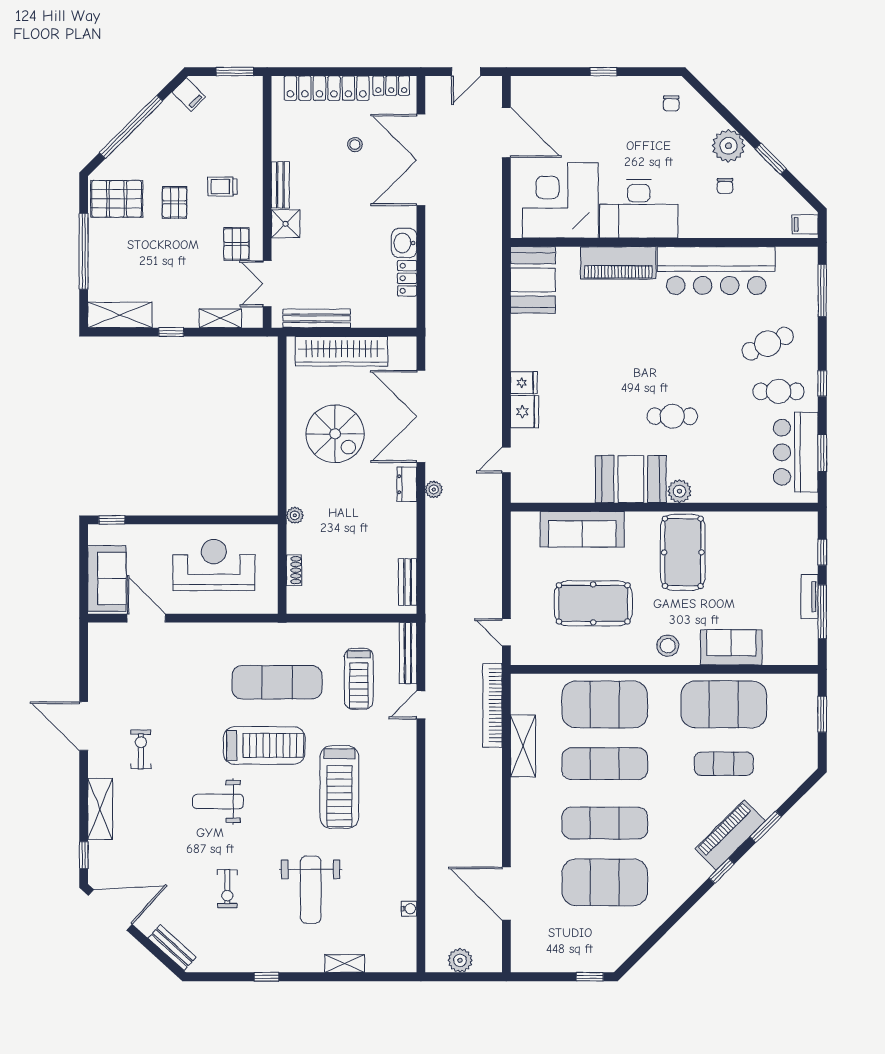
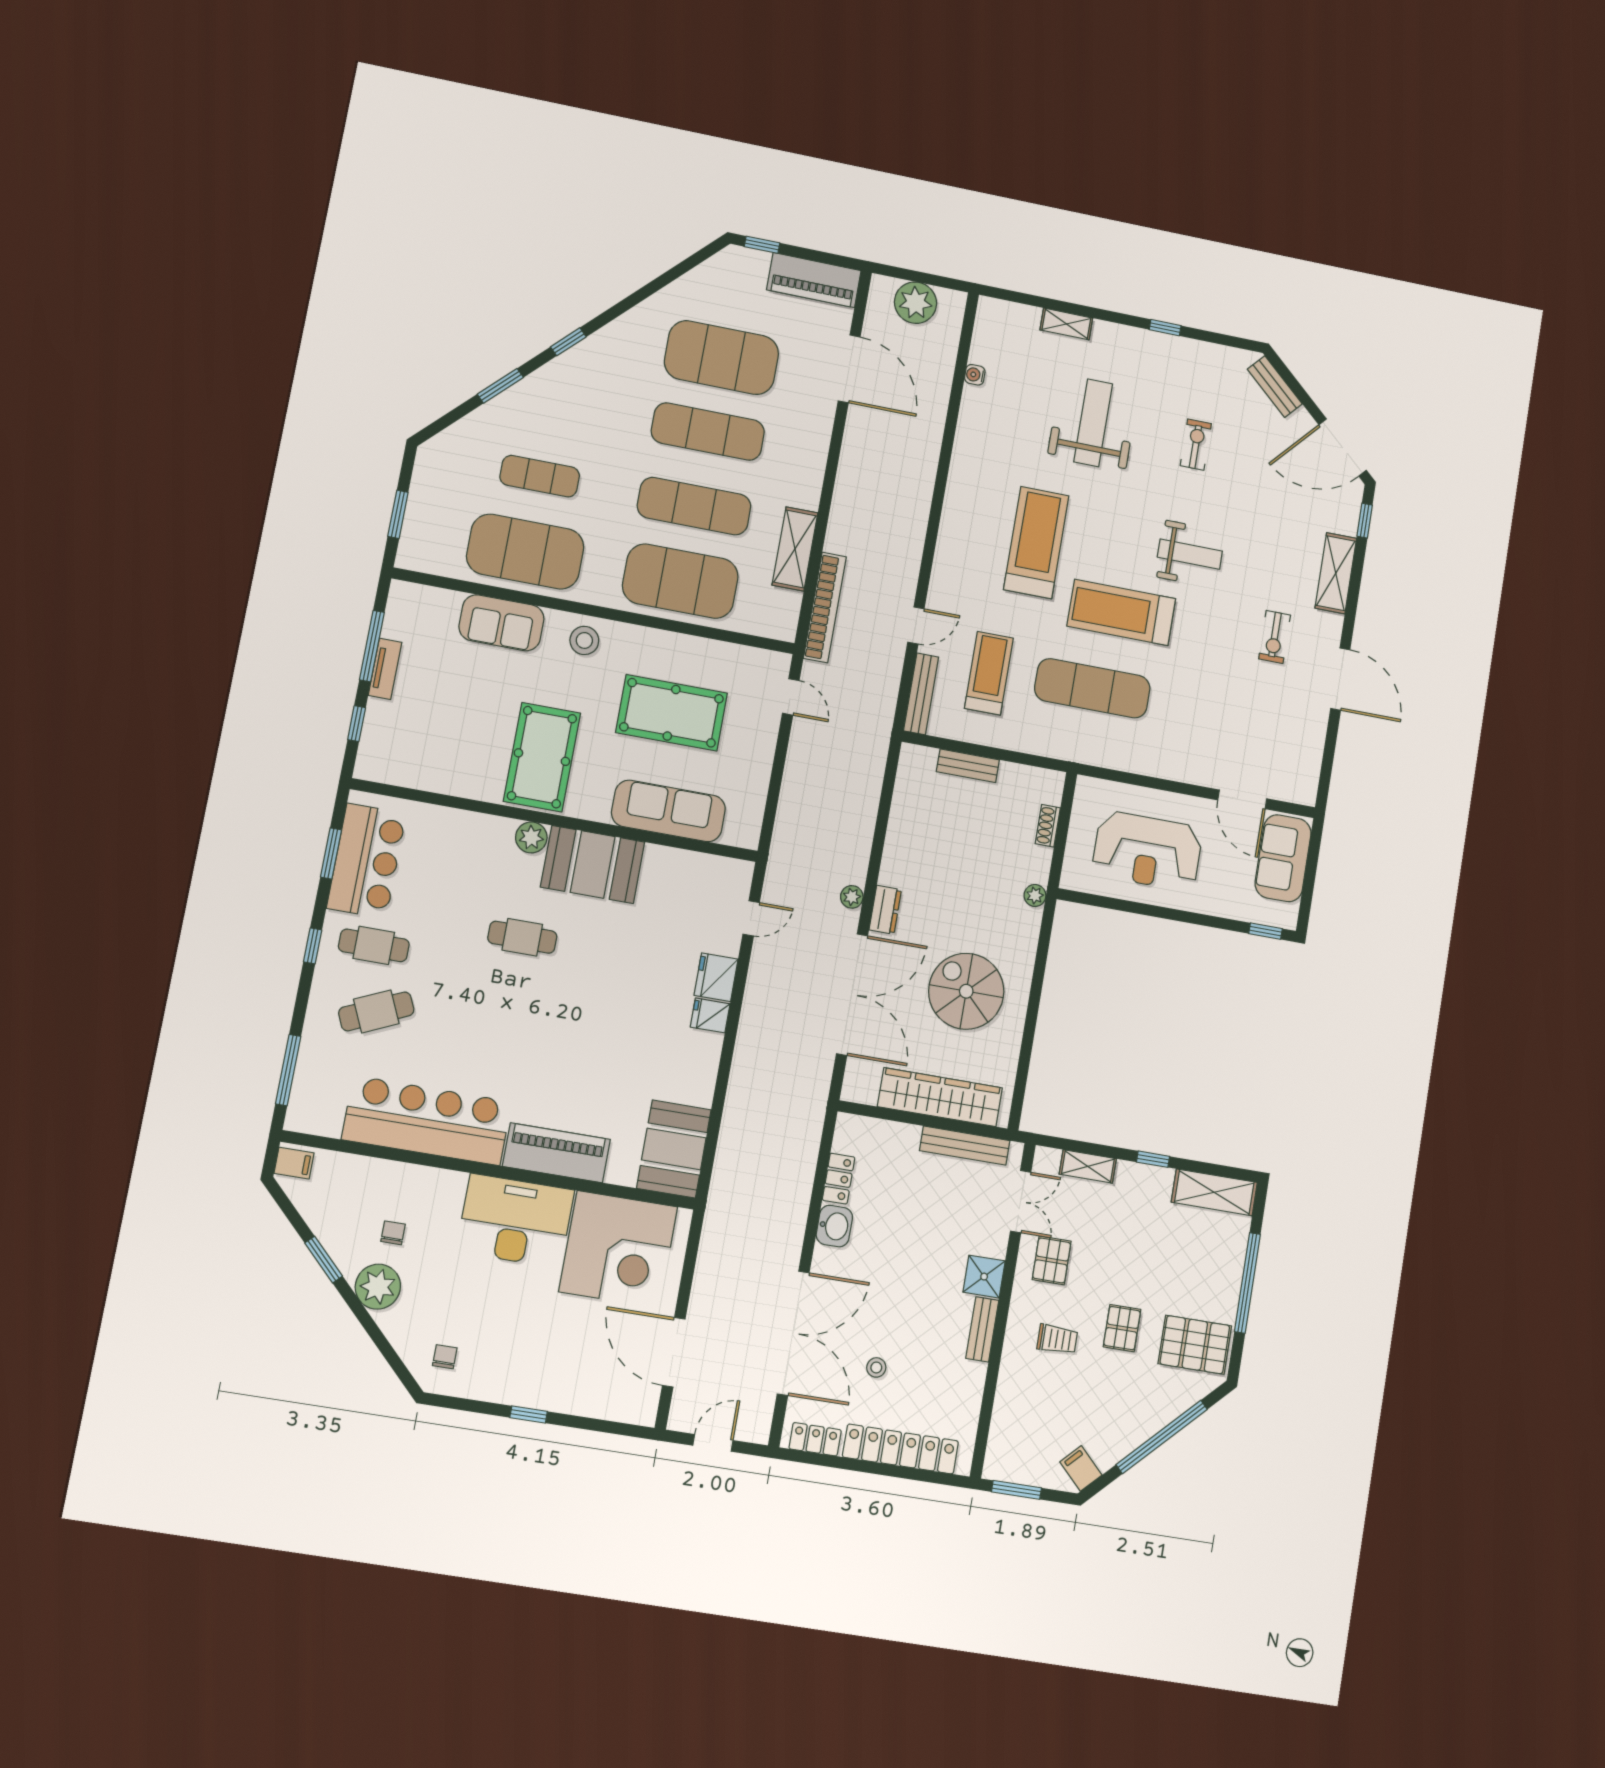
bench: (408, 582) -> (968, 766), moved, turned 90
piano: (730, 835) -> (814, 280), moved, turned 45
plant: (460, 960) -> (916, 303), width x1.36, depth x1.36

